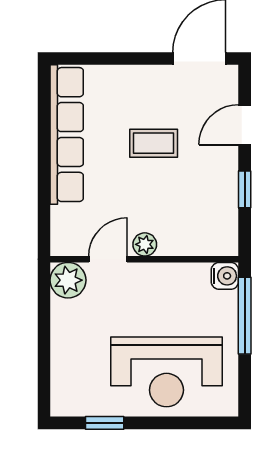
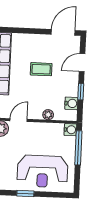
water cooler: (224, 217) -> (71, 103), added
plant: (145, 244) -> (48, 115), moved
window: (105, 423) -> (25, 193), moved

